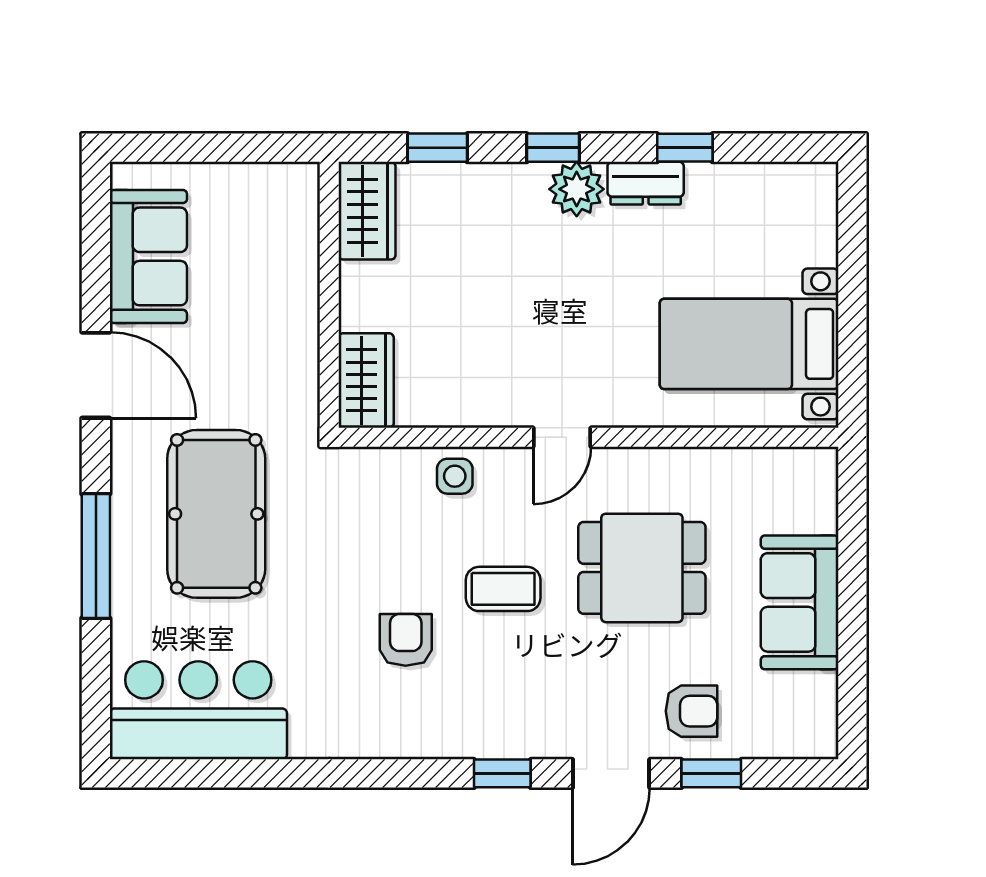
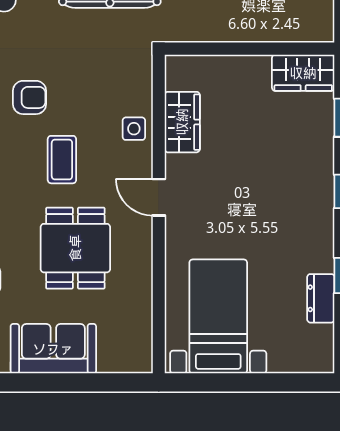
dresser: (646, 183) -> (321, 298), moved
plant: (577, 189) -> (317, 206), removed
wardrobe: (366, 380) -> (182, 122), moved, turned -90

